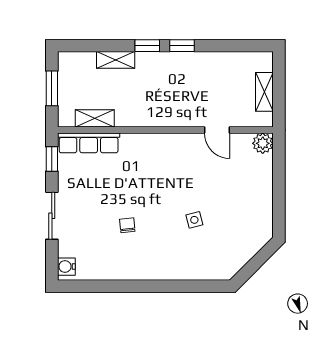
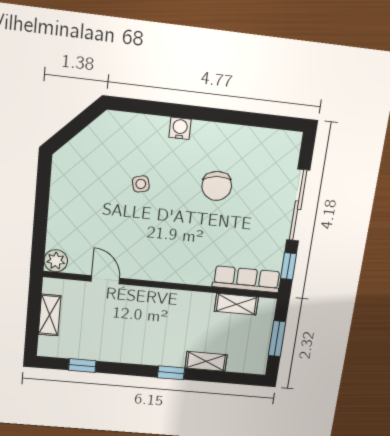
window: (182, 46) -> (82, 366), moved
sliding door: (52, 216) -> (298, 205), width x1.37
chair: (127, 225) -> (217, 186), width x1.87, depth x1.87
water cooler: (66, 267) -> (180, 128), moved, turned -90

